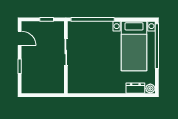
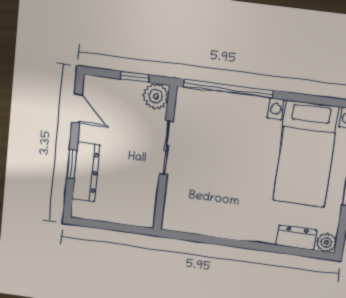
plant: (58, 27) -> (156, 96), added
dresser: (27, 69) -> (86, 172), added

